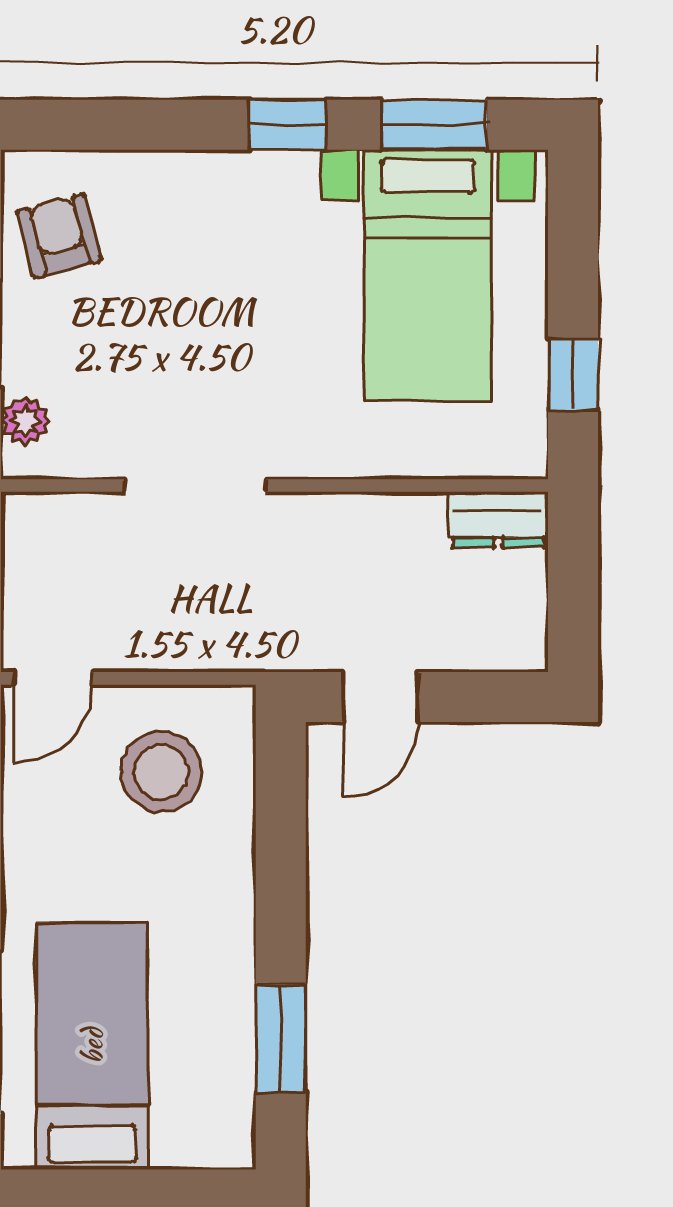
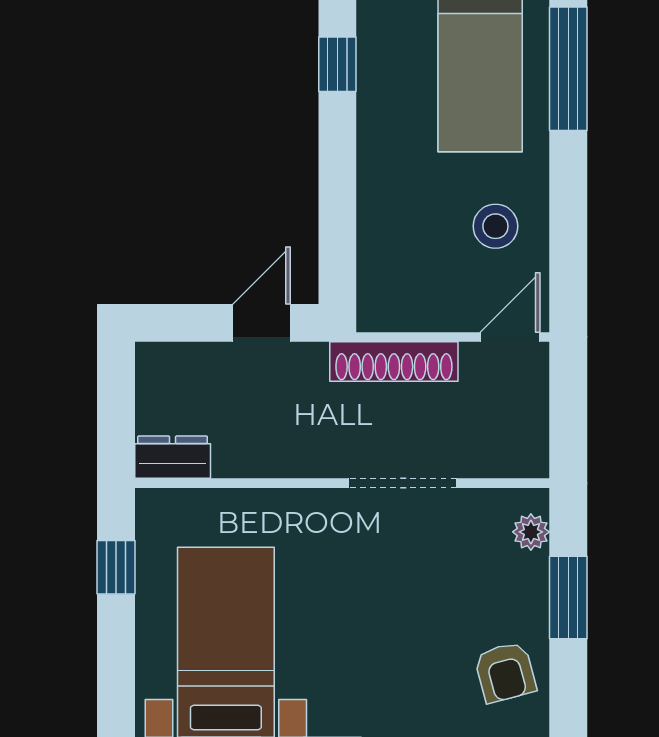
shoe rack: (206, 646) -> (394, 362), added
stool: (161, 772) -> (495, 226), moved, width x0.73, depth x0.73
window: (281, 1038) -> (337, 64), width x0.67

